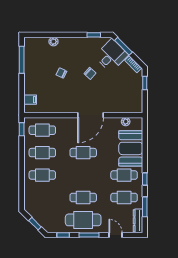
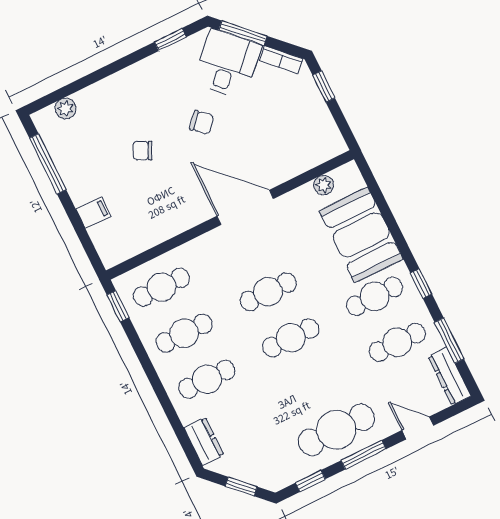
plant: (53, 42) -> (65, 108), moved
filing cabinet: (30, 100) -> (93, 213), moved
door: (91, 115) -> (245, 207), swing flipped
cafe table: (83, 197) -> (291, 338), moved
dresser: (29, 199) -> (204, 441), added

